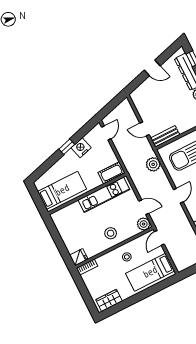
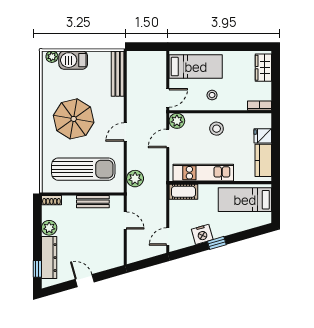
bench: (165, 136) -> (93, 202), moved
door: (144, 207) -> (168, 138), hinge flipped
kitchen counter: (63, 227) -> (263, 160), added
fridge: (79, 257) -> (263, 136), moved
wardrobe: (109, 300) -> (263, 68), moved, turned 90

